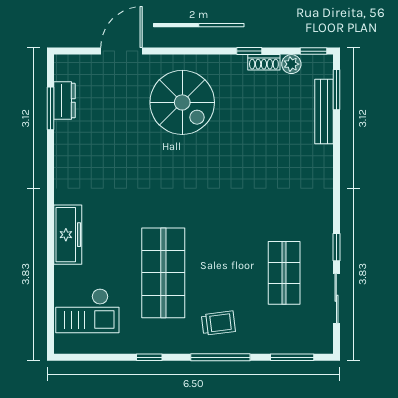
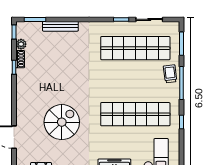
spiral stairs: (182, 102) -> (62, 122), moved
bench: (324, 111) -> (60, 26), moved
shop shelf: (163, 273) -> (135, 114), width x1.40
shop shelf: (284, 273) -> (135, 48), width x2.00, depth x1.36
trolley: (218, 323) -> (170, 74), moved

